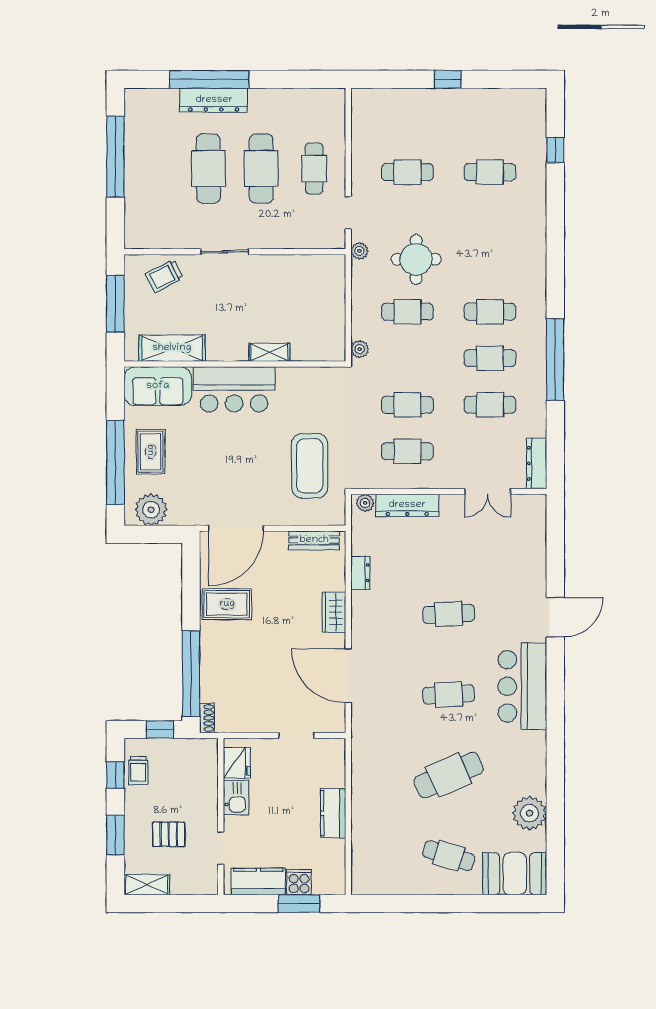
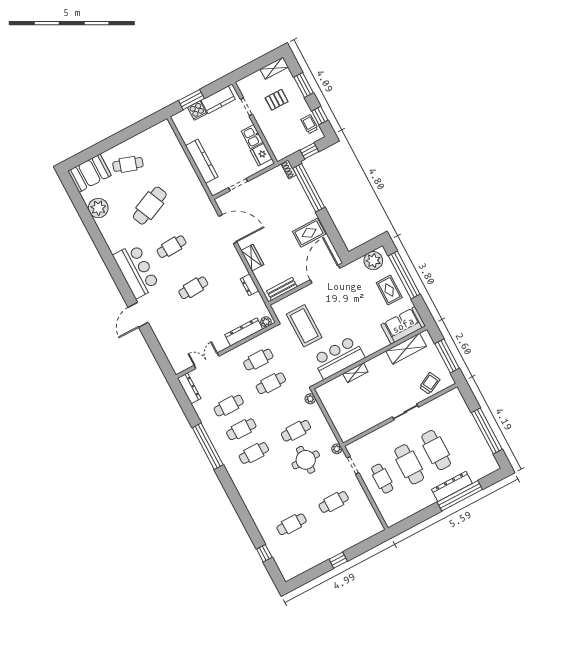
bar counter: (234, 389) -> (339, 358), moved
kitchen counter: (333, 813) -> (202, 161), width x1.50

